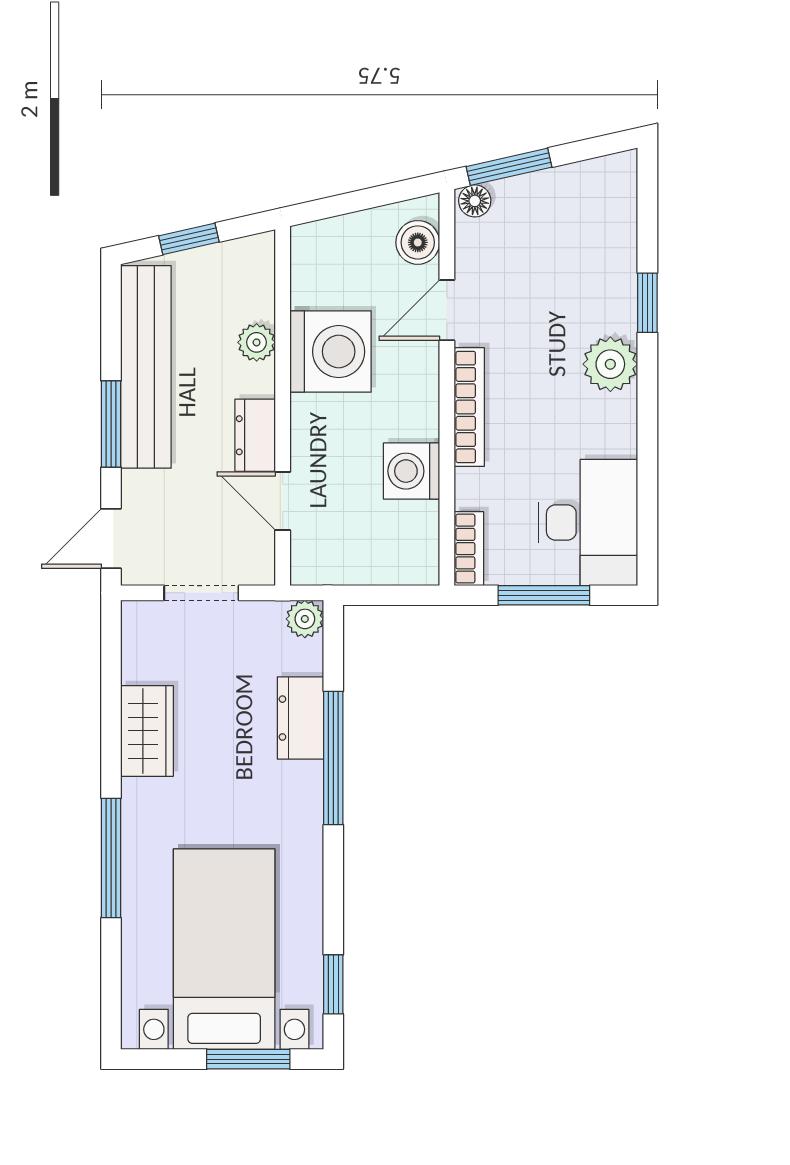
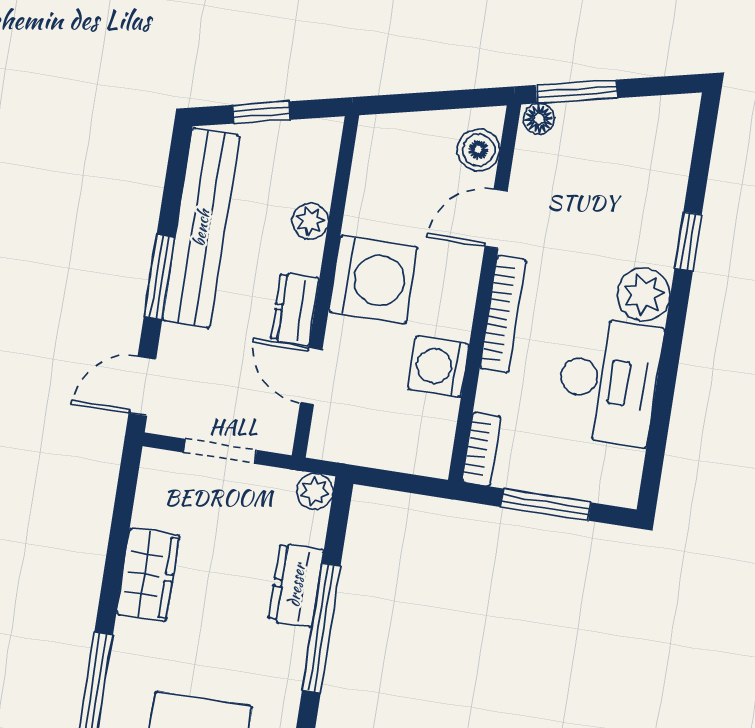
washing machine: (330, 352) -> (373, 280), moved
desk: (588, 522) -> (608, 381), moved

